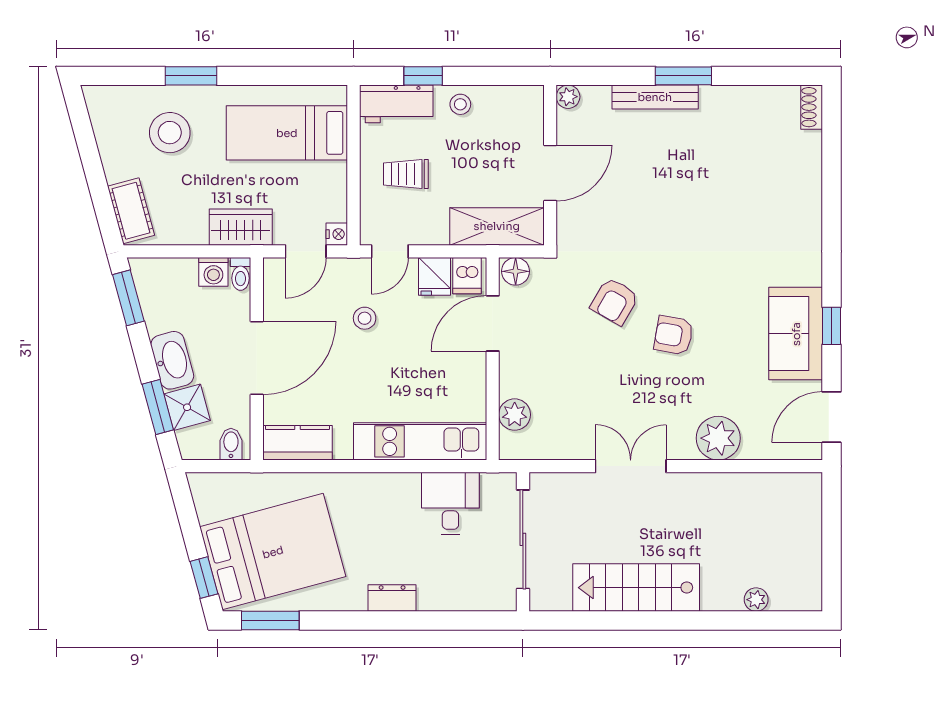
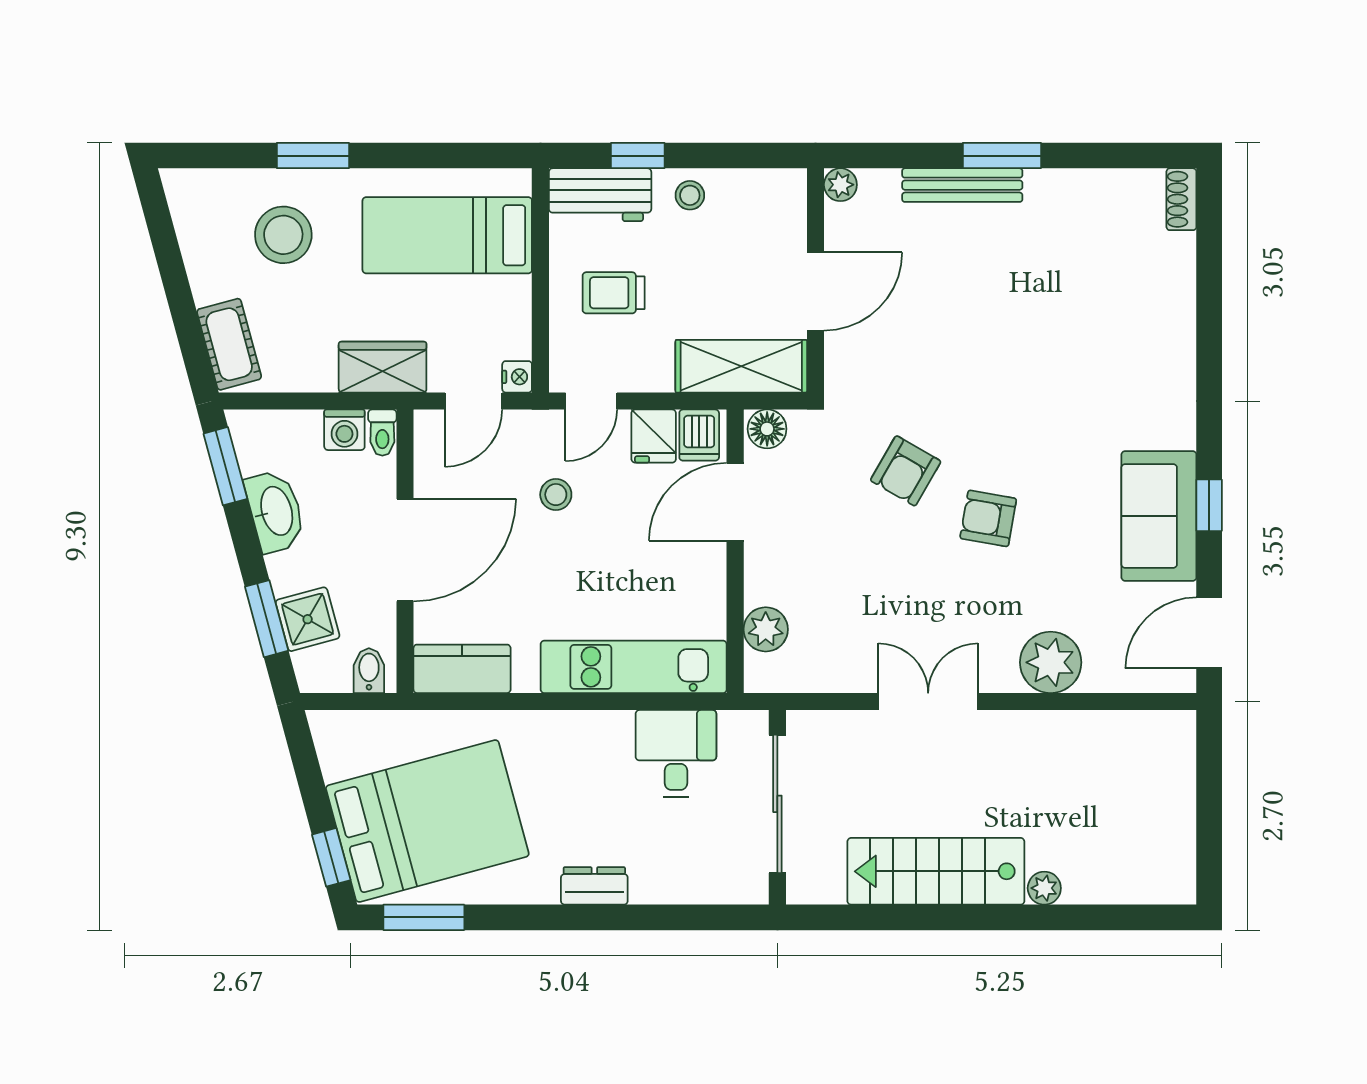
washbasin: (172, 360) -> (275, 511), moved
plant: (756, 600) -> (1044, 888), moved

